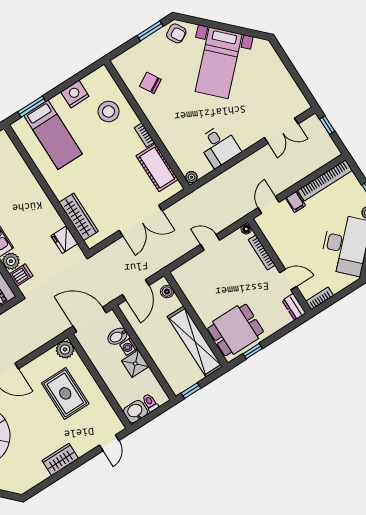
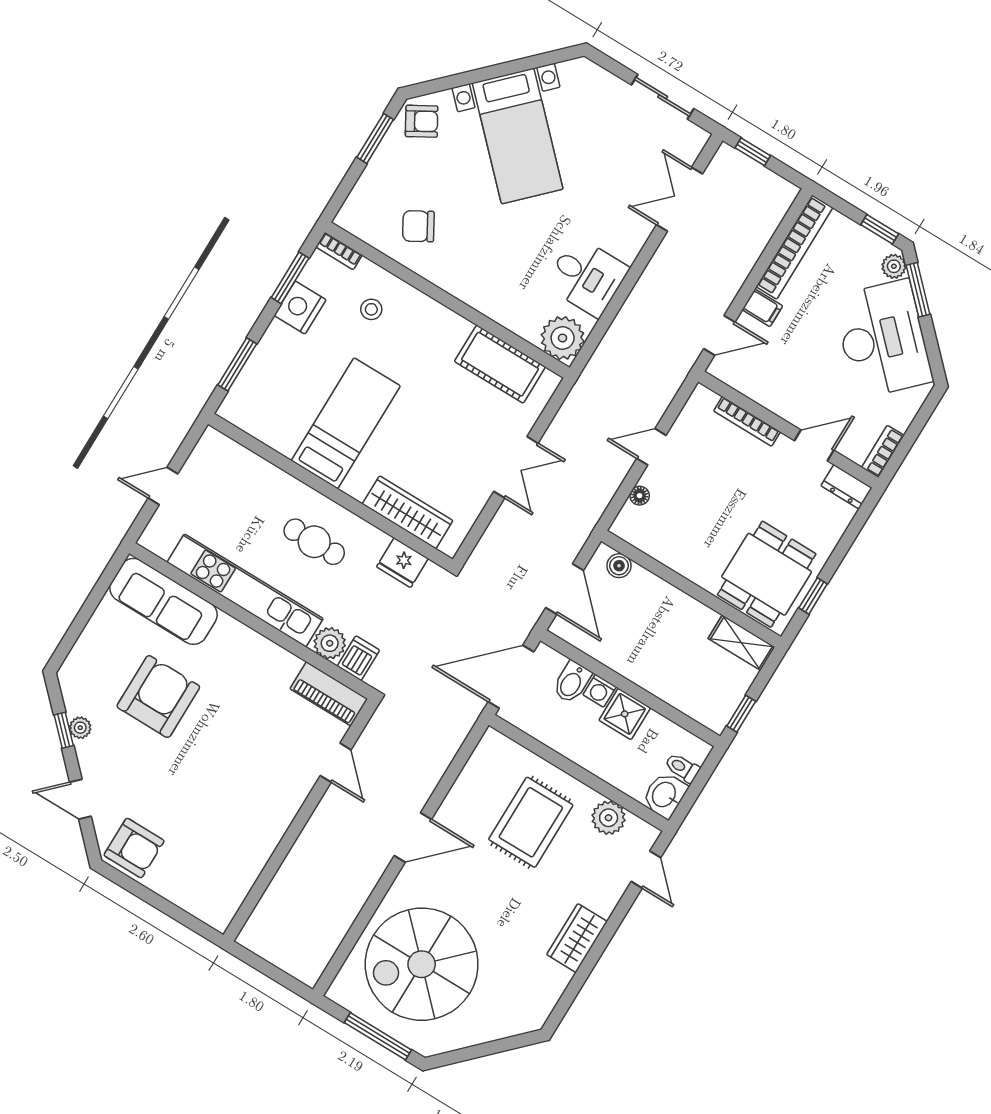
window: (77, 78) -> (290, 278), added
sliding door: (297, 78) -> (663, 97), added
stool: (109, 112) -> (371, 309), width x0.53, depth x0.53
double door: (281, 131) -> (680, 199), swing flipped
bed: (53, 135) -> (346, 423), moved, turned -90
bookcase: (144, 135) -> (339, 251), moved
plant: (191, 177) -> (563, 338), width x1.87, depth x1.87
door: (269, 205) -> (719, 335), swing flipped
cafe table: (27, 209) -> (314, 542), added
double door: (141, 221) -> (516, 467), width x0.73
floor lamp: (246, 229) -> (640, 496), moved
shelving: (195, 342) -> (742, 643), width x0.45, depth x0.75
plant: (65, 349) -> (609, 818), moved
rug: (65, 393) -> (531, 822), turned 90

